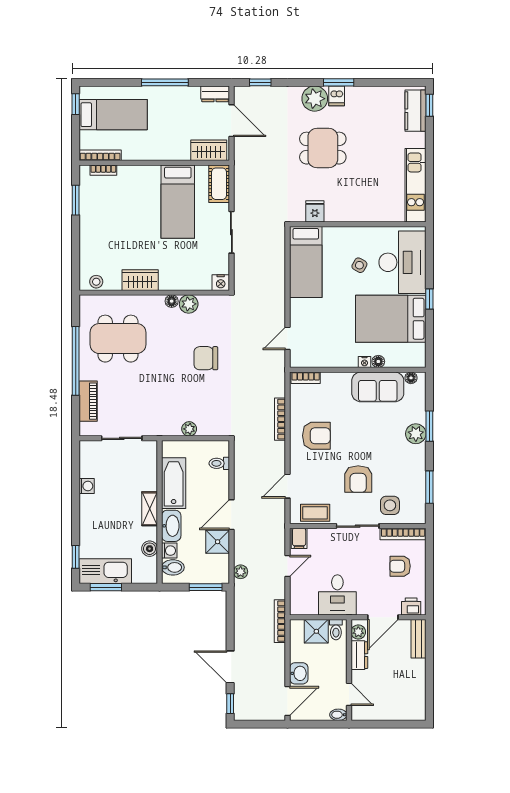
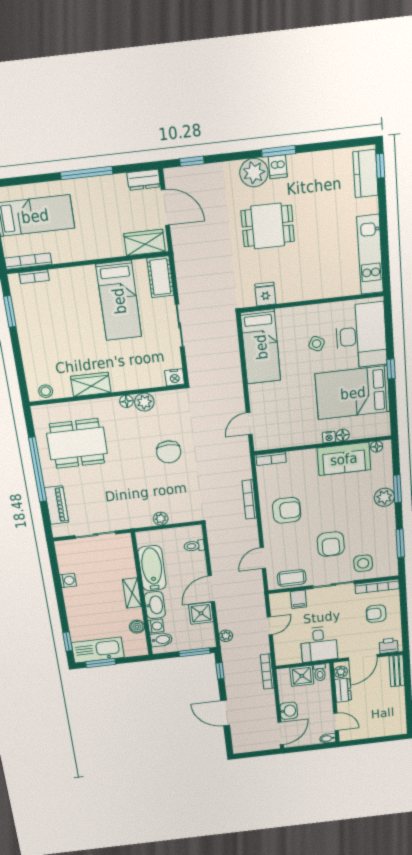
chair: (206, 358) -> (169, 452), turned -90
filing cabinet: (299, 538) -> (298, 599), moved
window: (230, 704) -> (220, 671), moved

